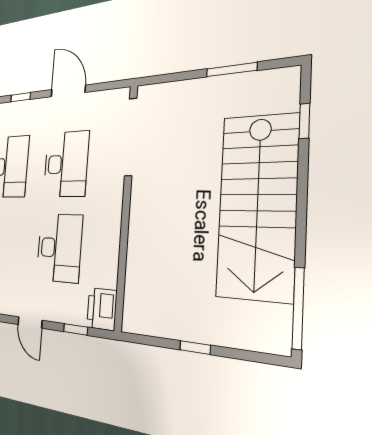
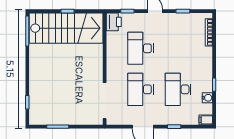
stairs: (257, 206) -> (66, 28), moved, turned 90

